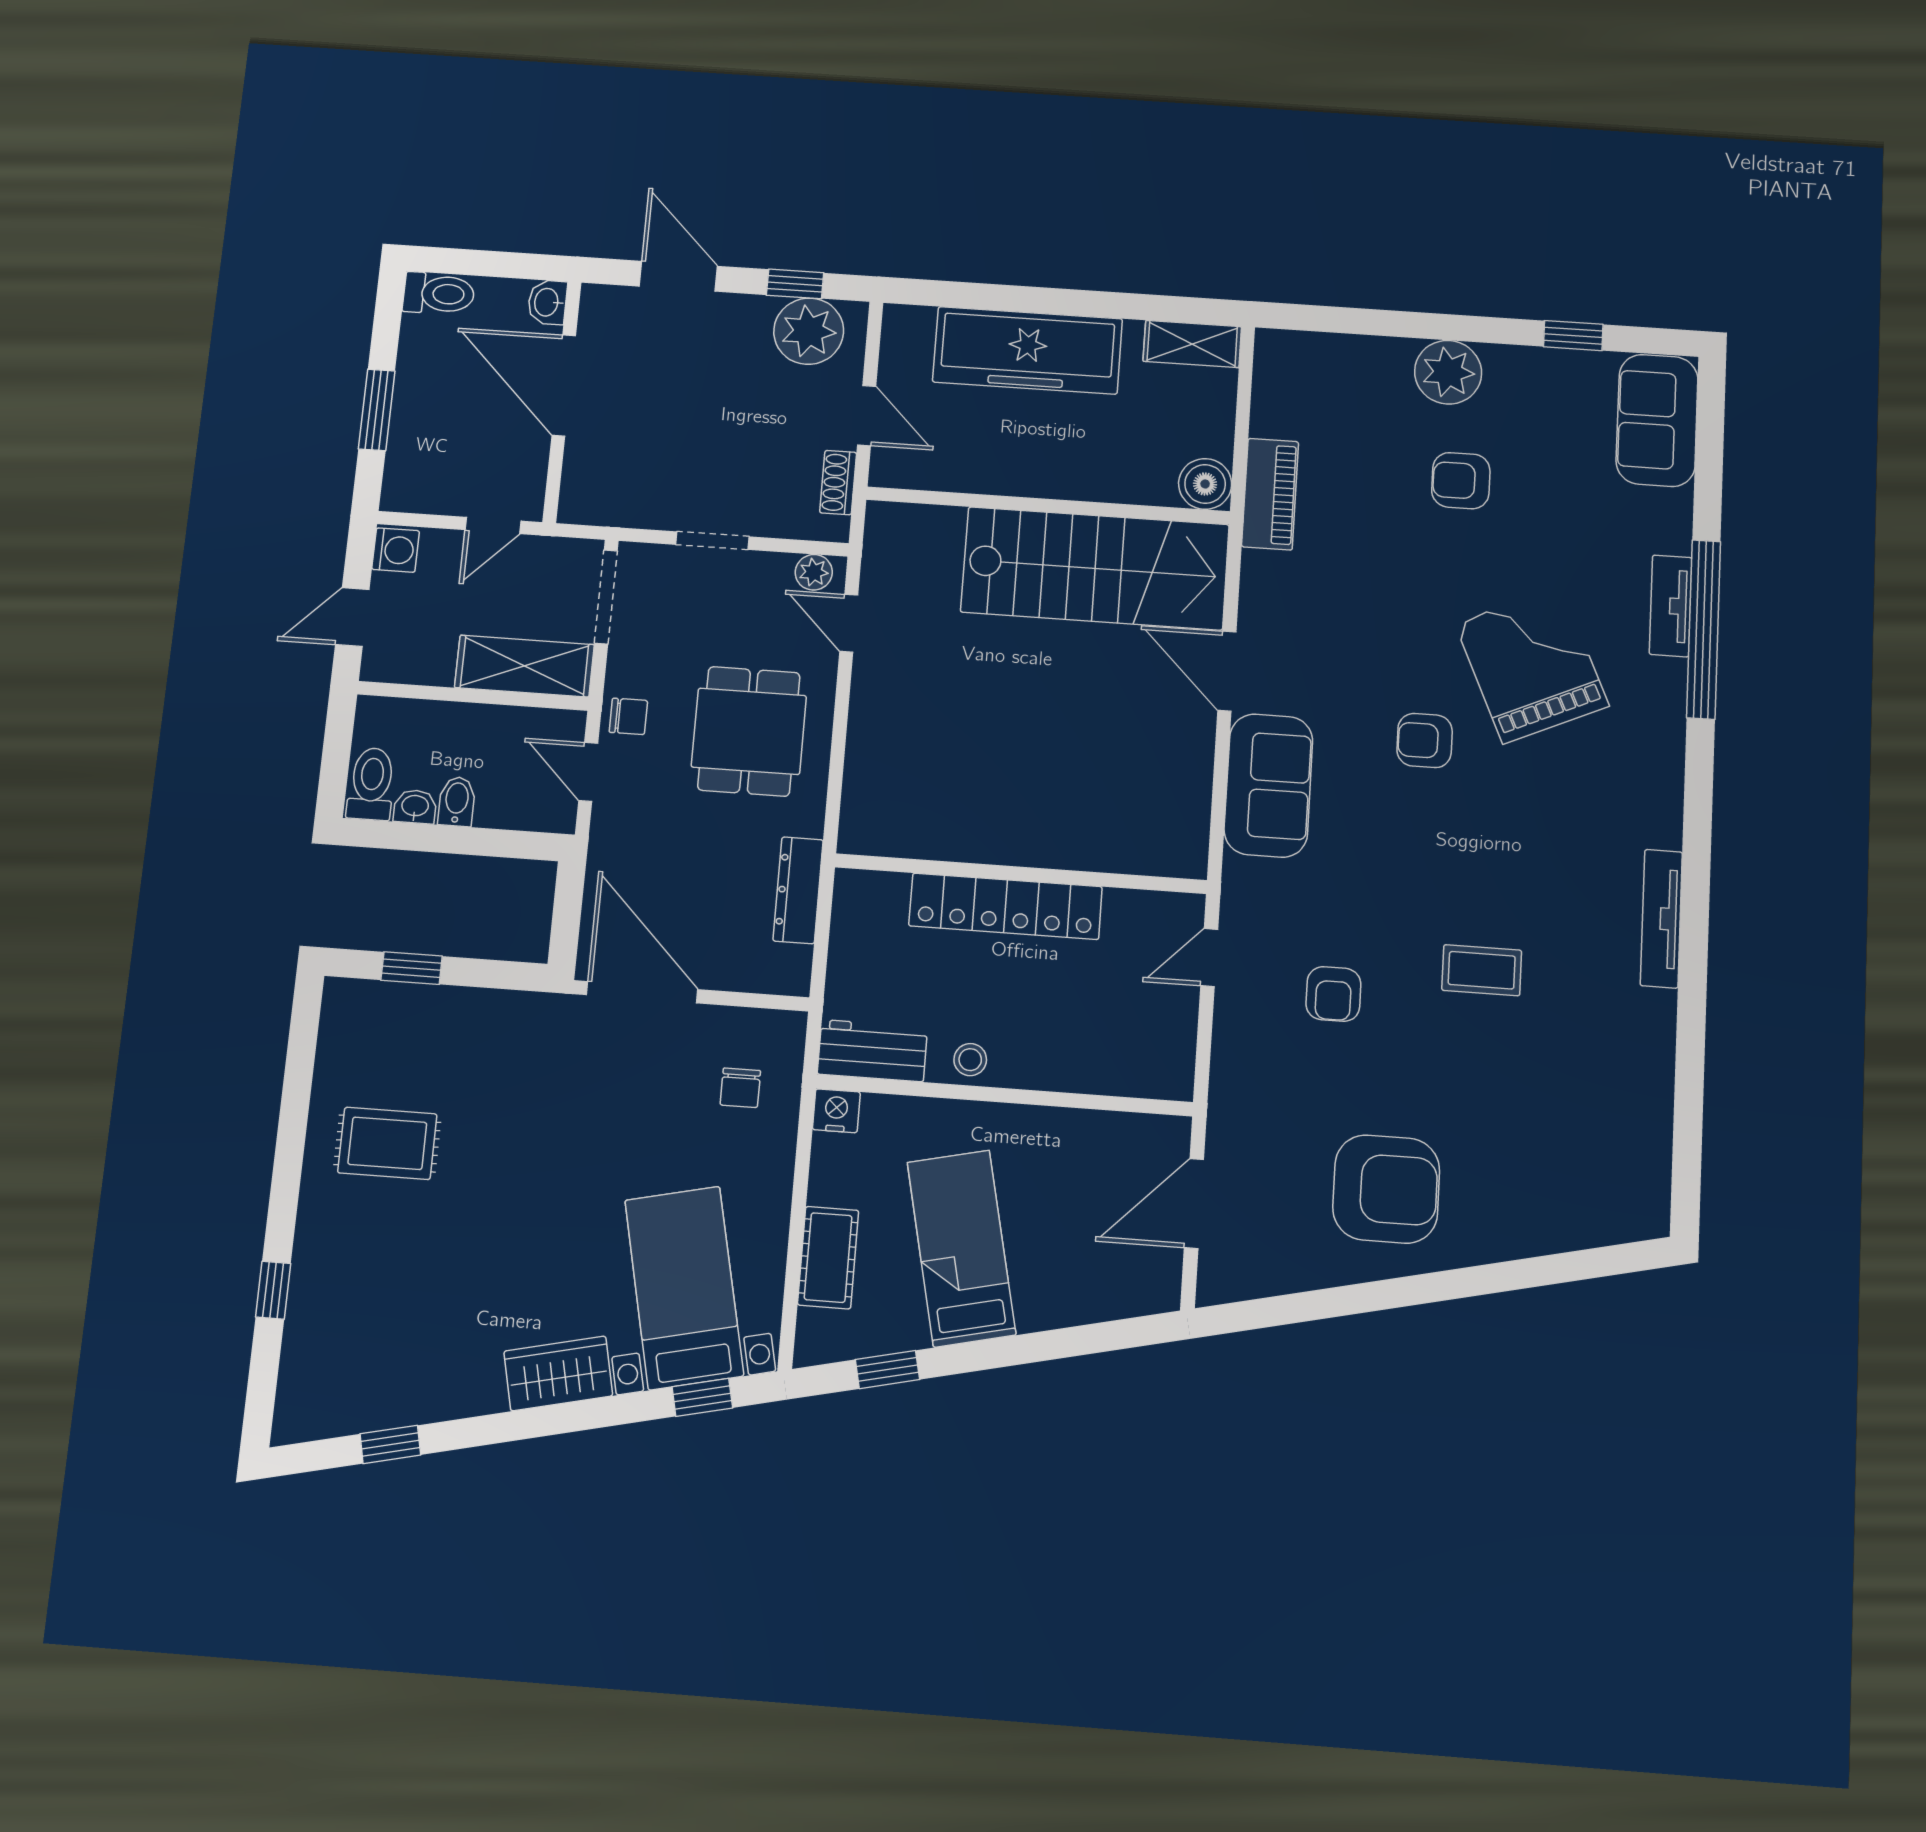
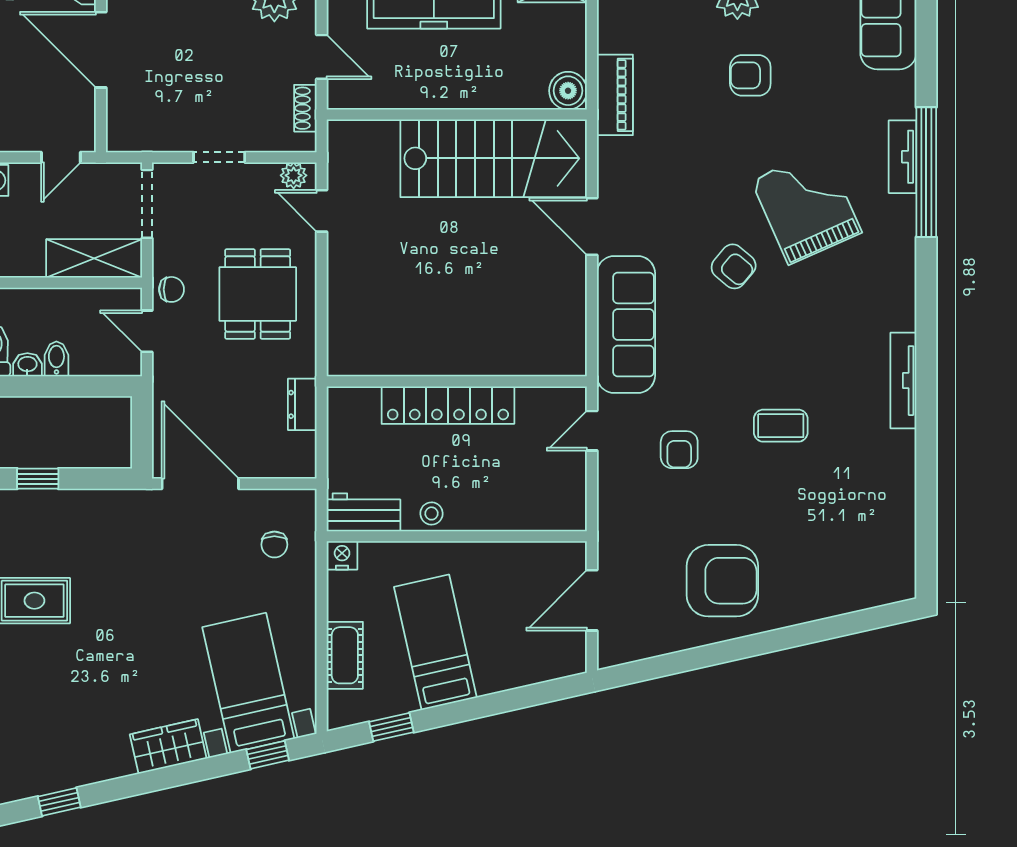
armchair: (1425, 741) -> (734, 266), turned -140
sofa: (1268, 785) -> (626, 324), width x1.36
dresser: (798, 890) -> (302, 404), width x0.70

